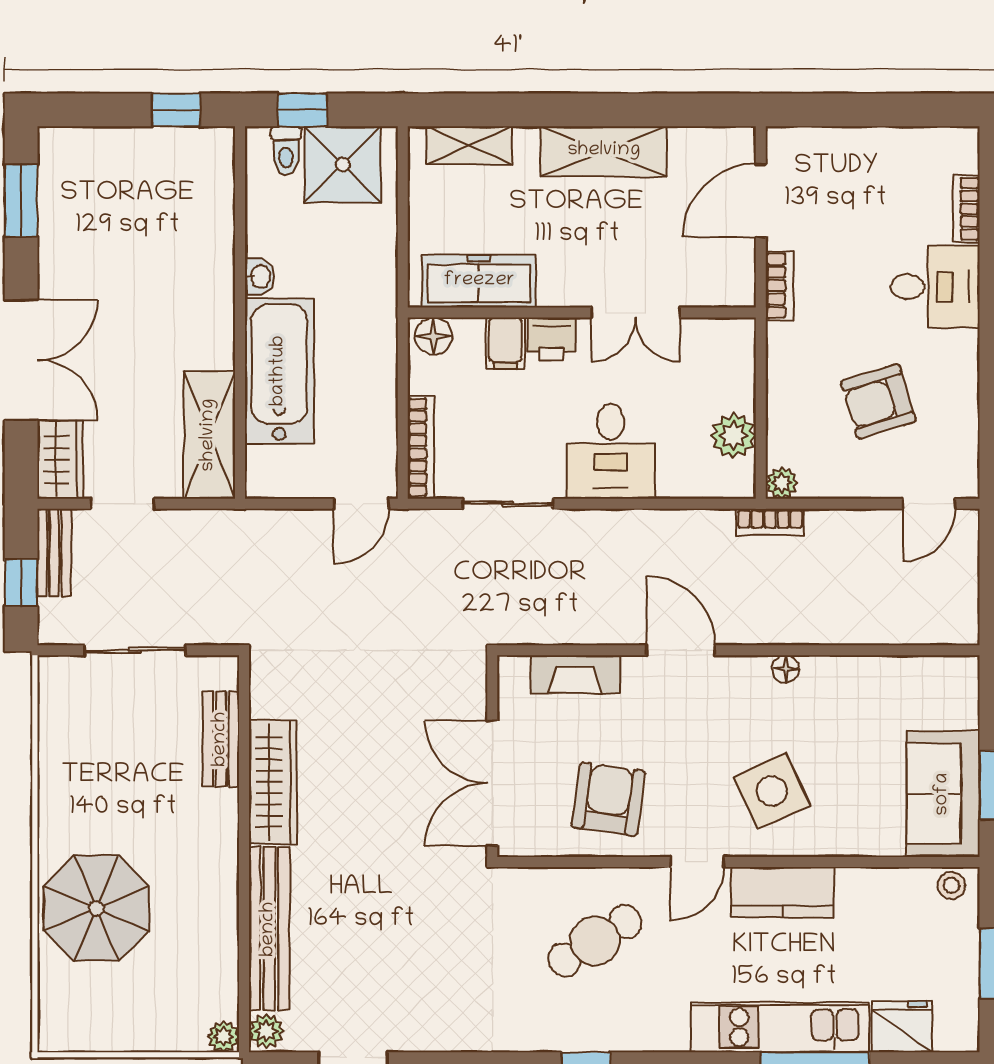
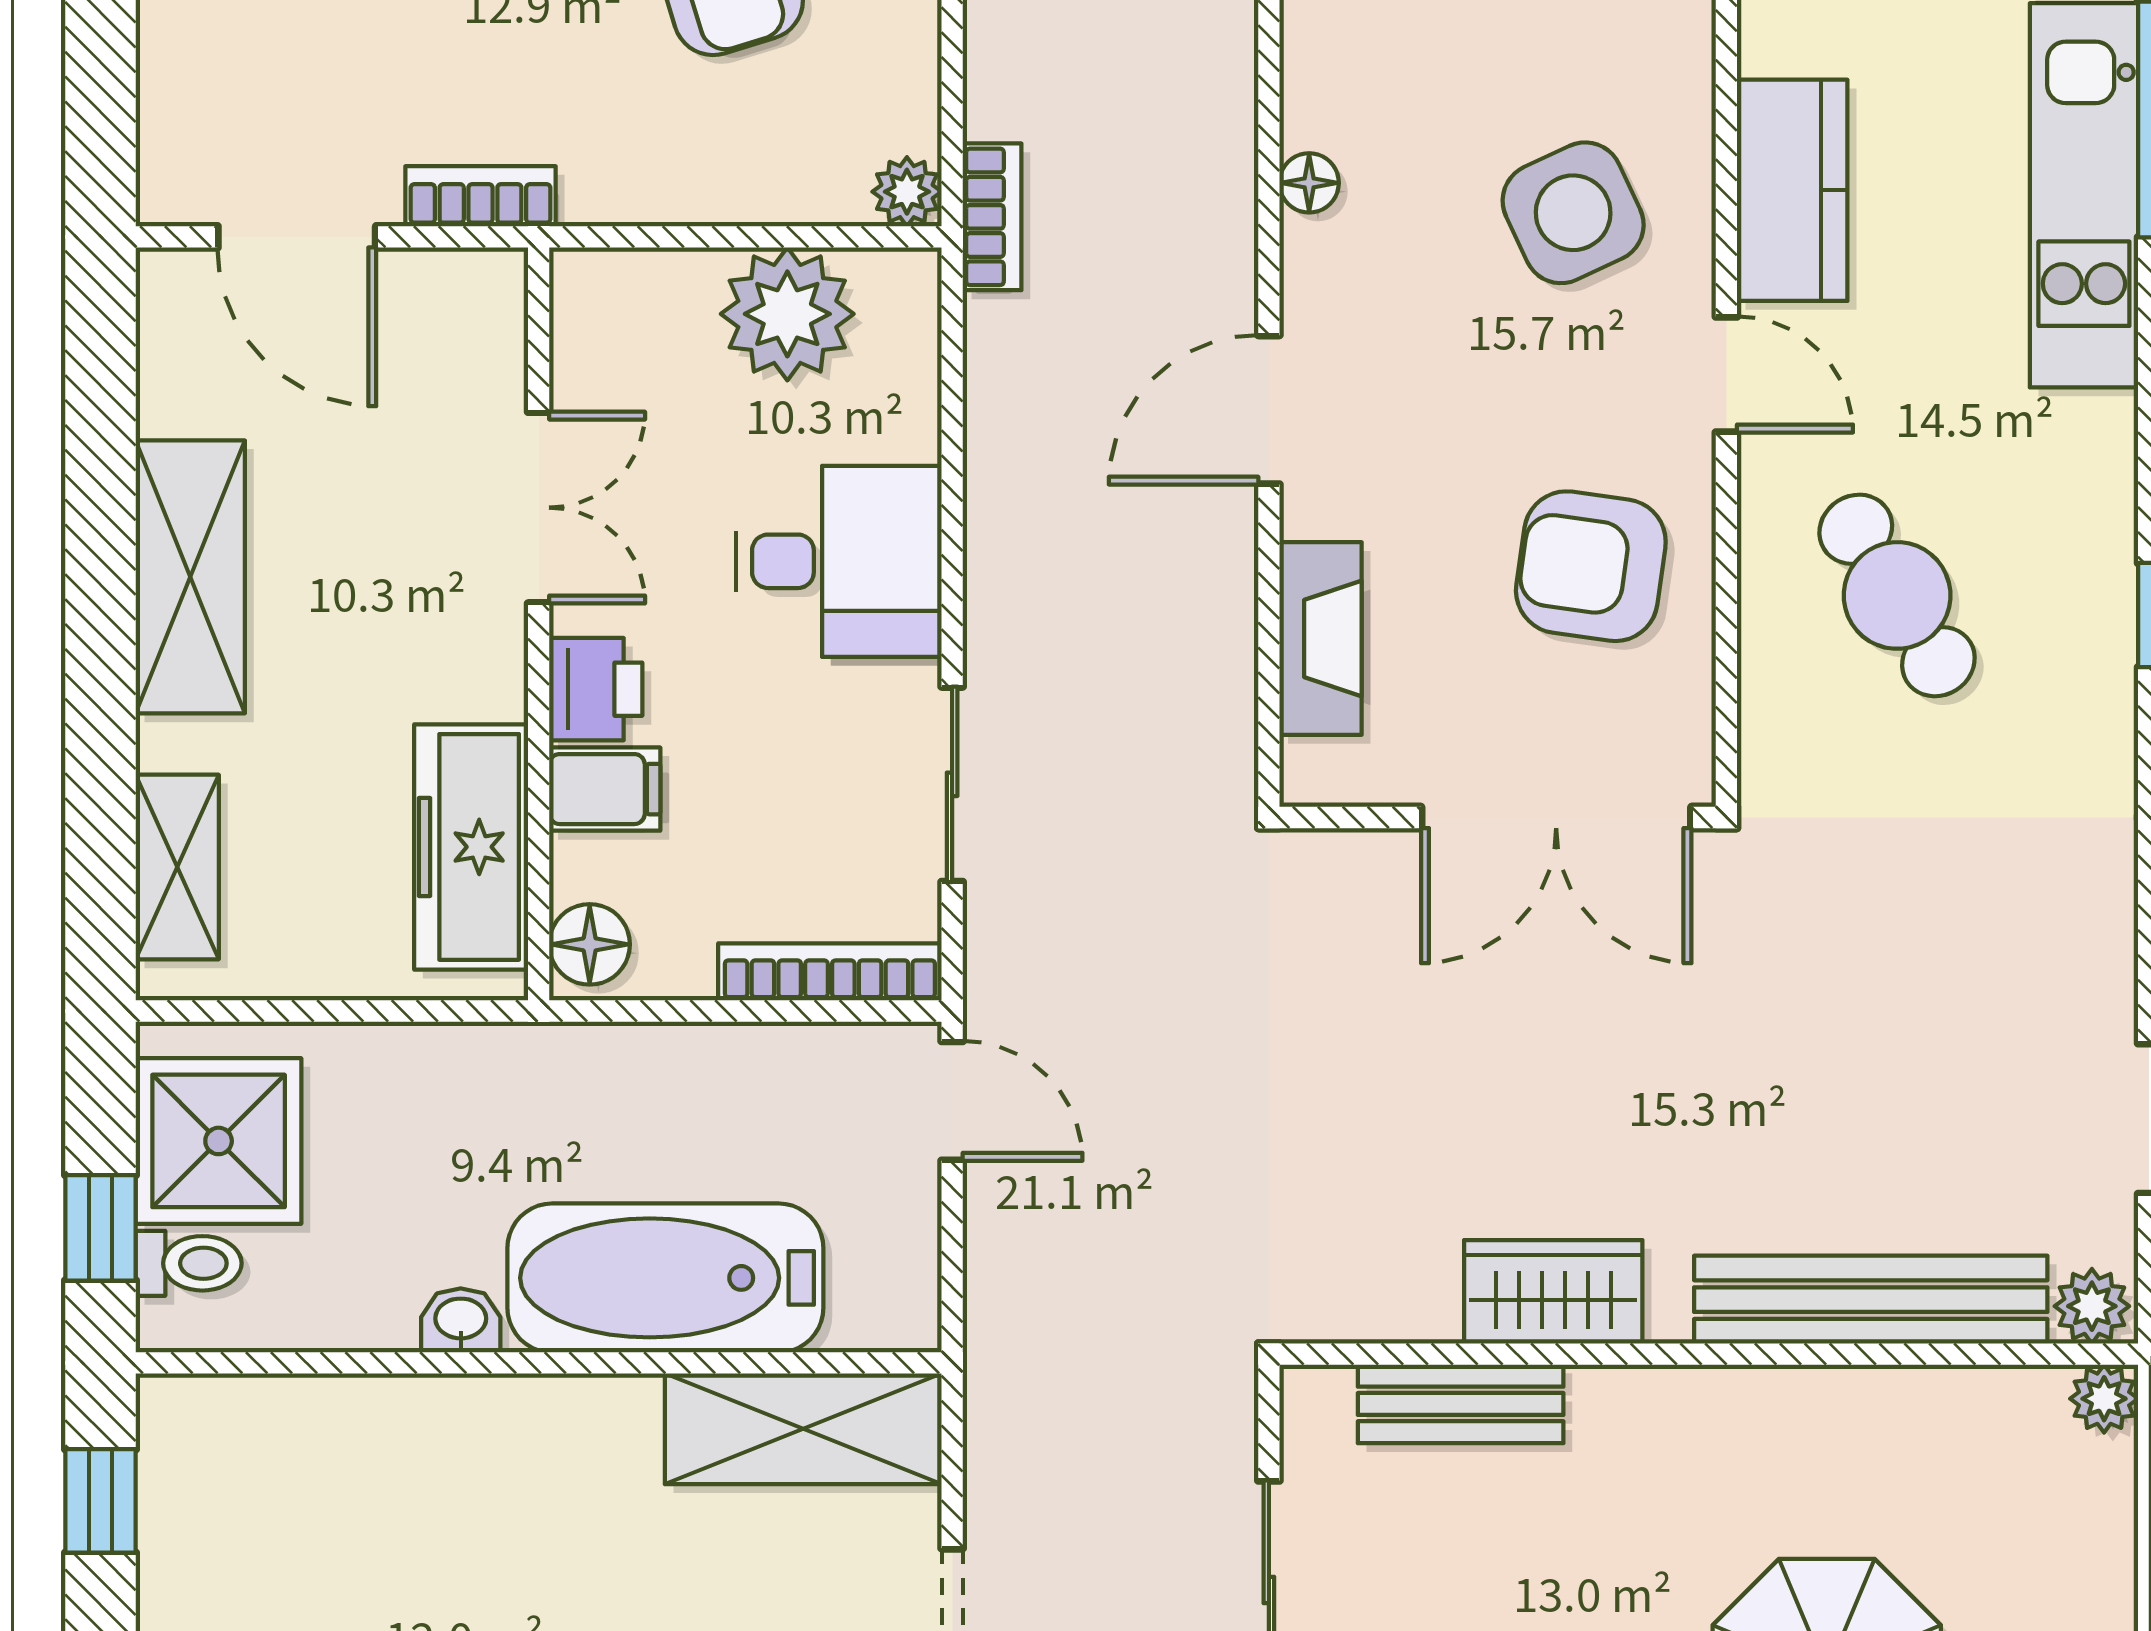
plant: (733, 436) -> (787, 314), width x1.36, depth x1.36
wardrobe: (273, 782) -> (1553, 1292), width x0.67

